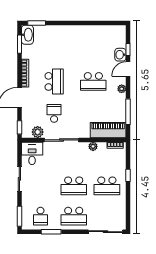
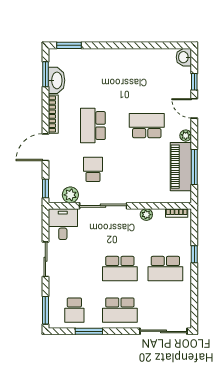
washbasin: (27, 35) -> (56, 80), moved
washbasin: (120, 55) -> (184, 57), moved
door: (128, 69) -> (194, 108), hinge flipped
school desk: (54, 81) -> (93, 126), turned 180
school desk: (93, 81) -> (147, 126), turned 180
piano: (108, 130) -> (181, 167), moved, turned -90

